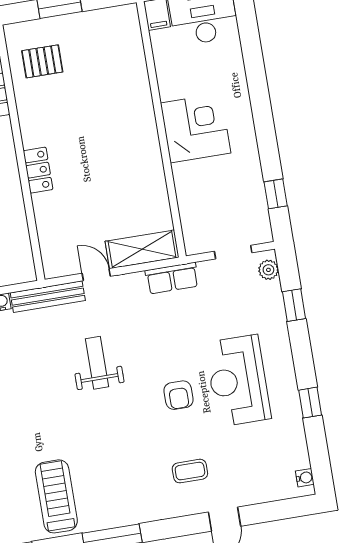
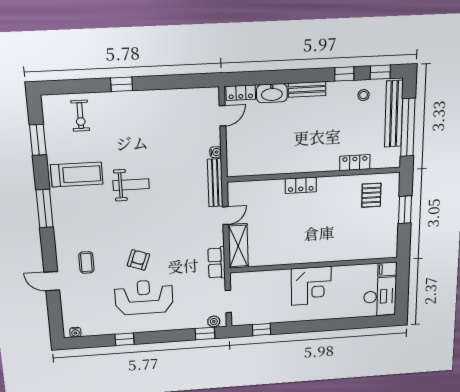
window: (294, 305) -> (205, 334), moved
weight bench: (97, 363) -> (131, 185), moved
armchair: (179, 395) -> (138, 260), turned 110

